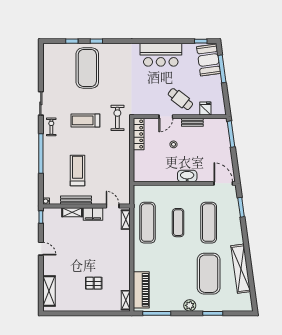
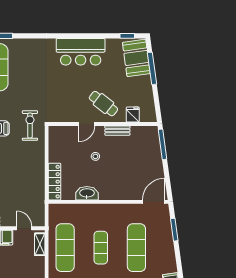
locker: (139, 134) -> (55, 182), moved
washbasin: (187, 176) -> (87, 193), moved
door: (223, 183) -> (154, 202), hinge flipped

